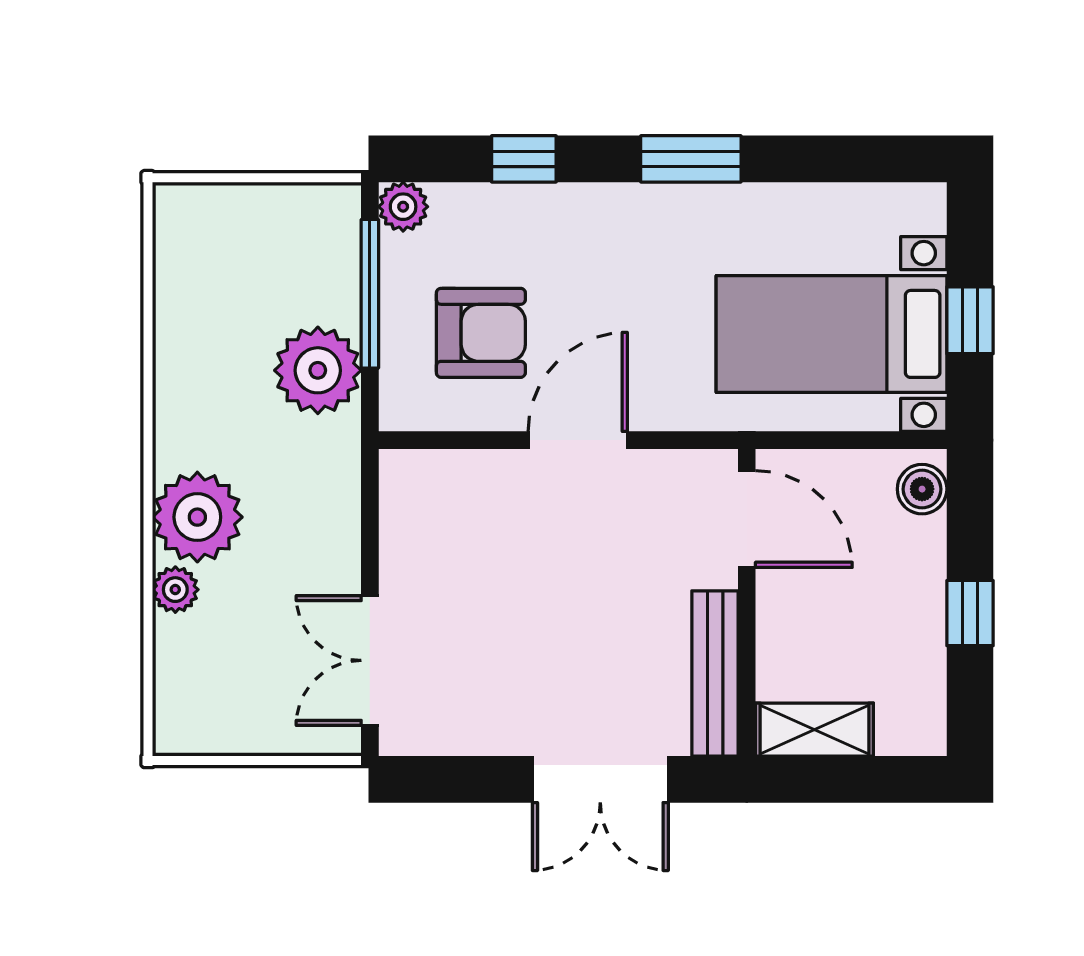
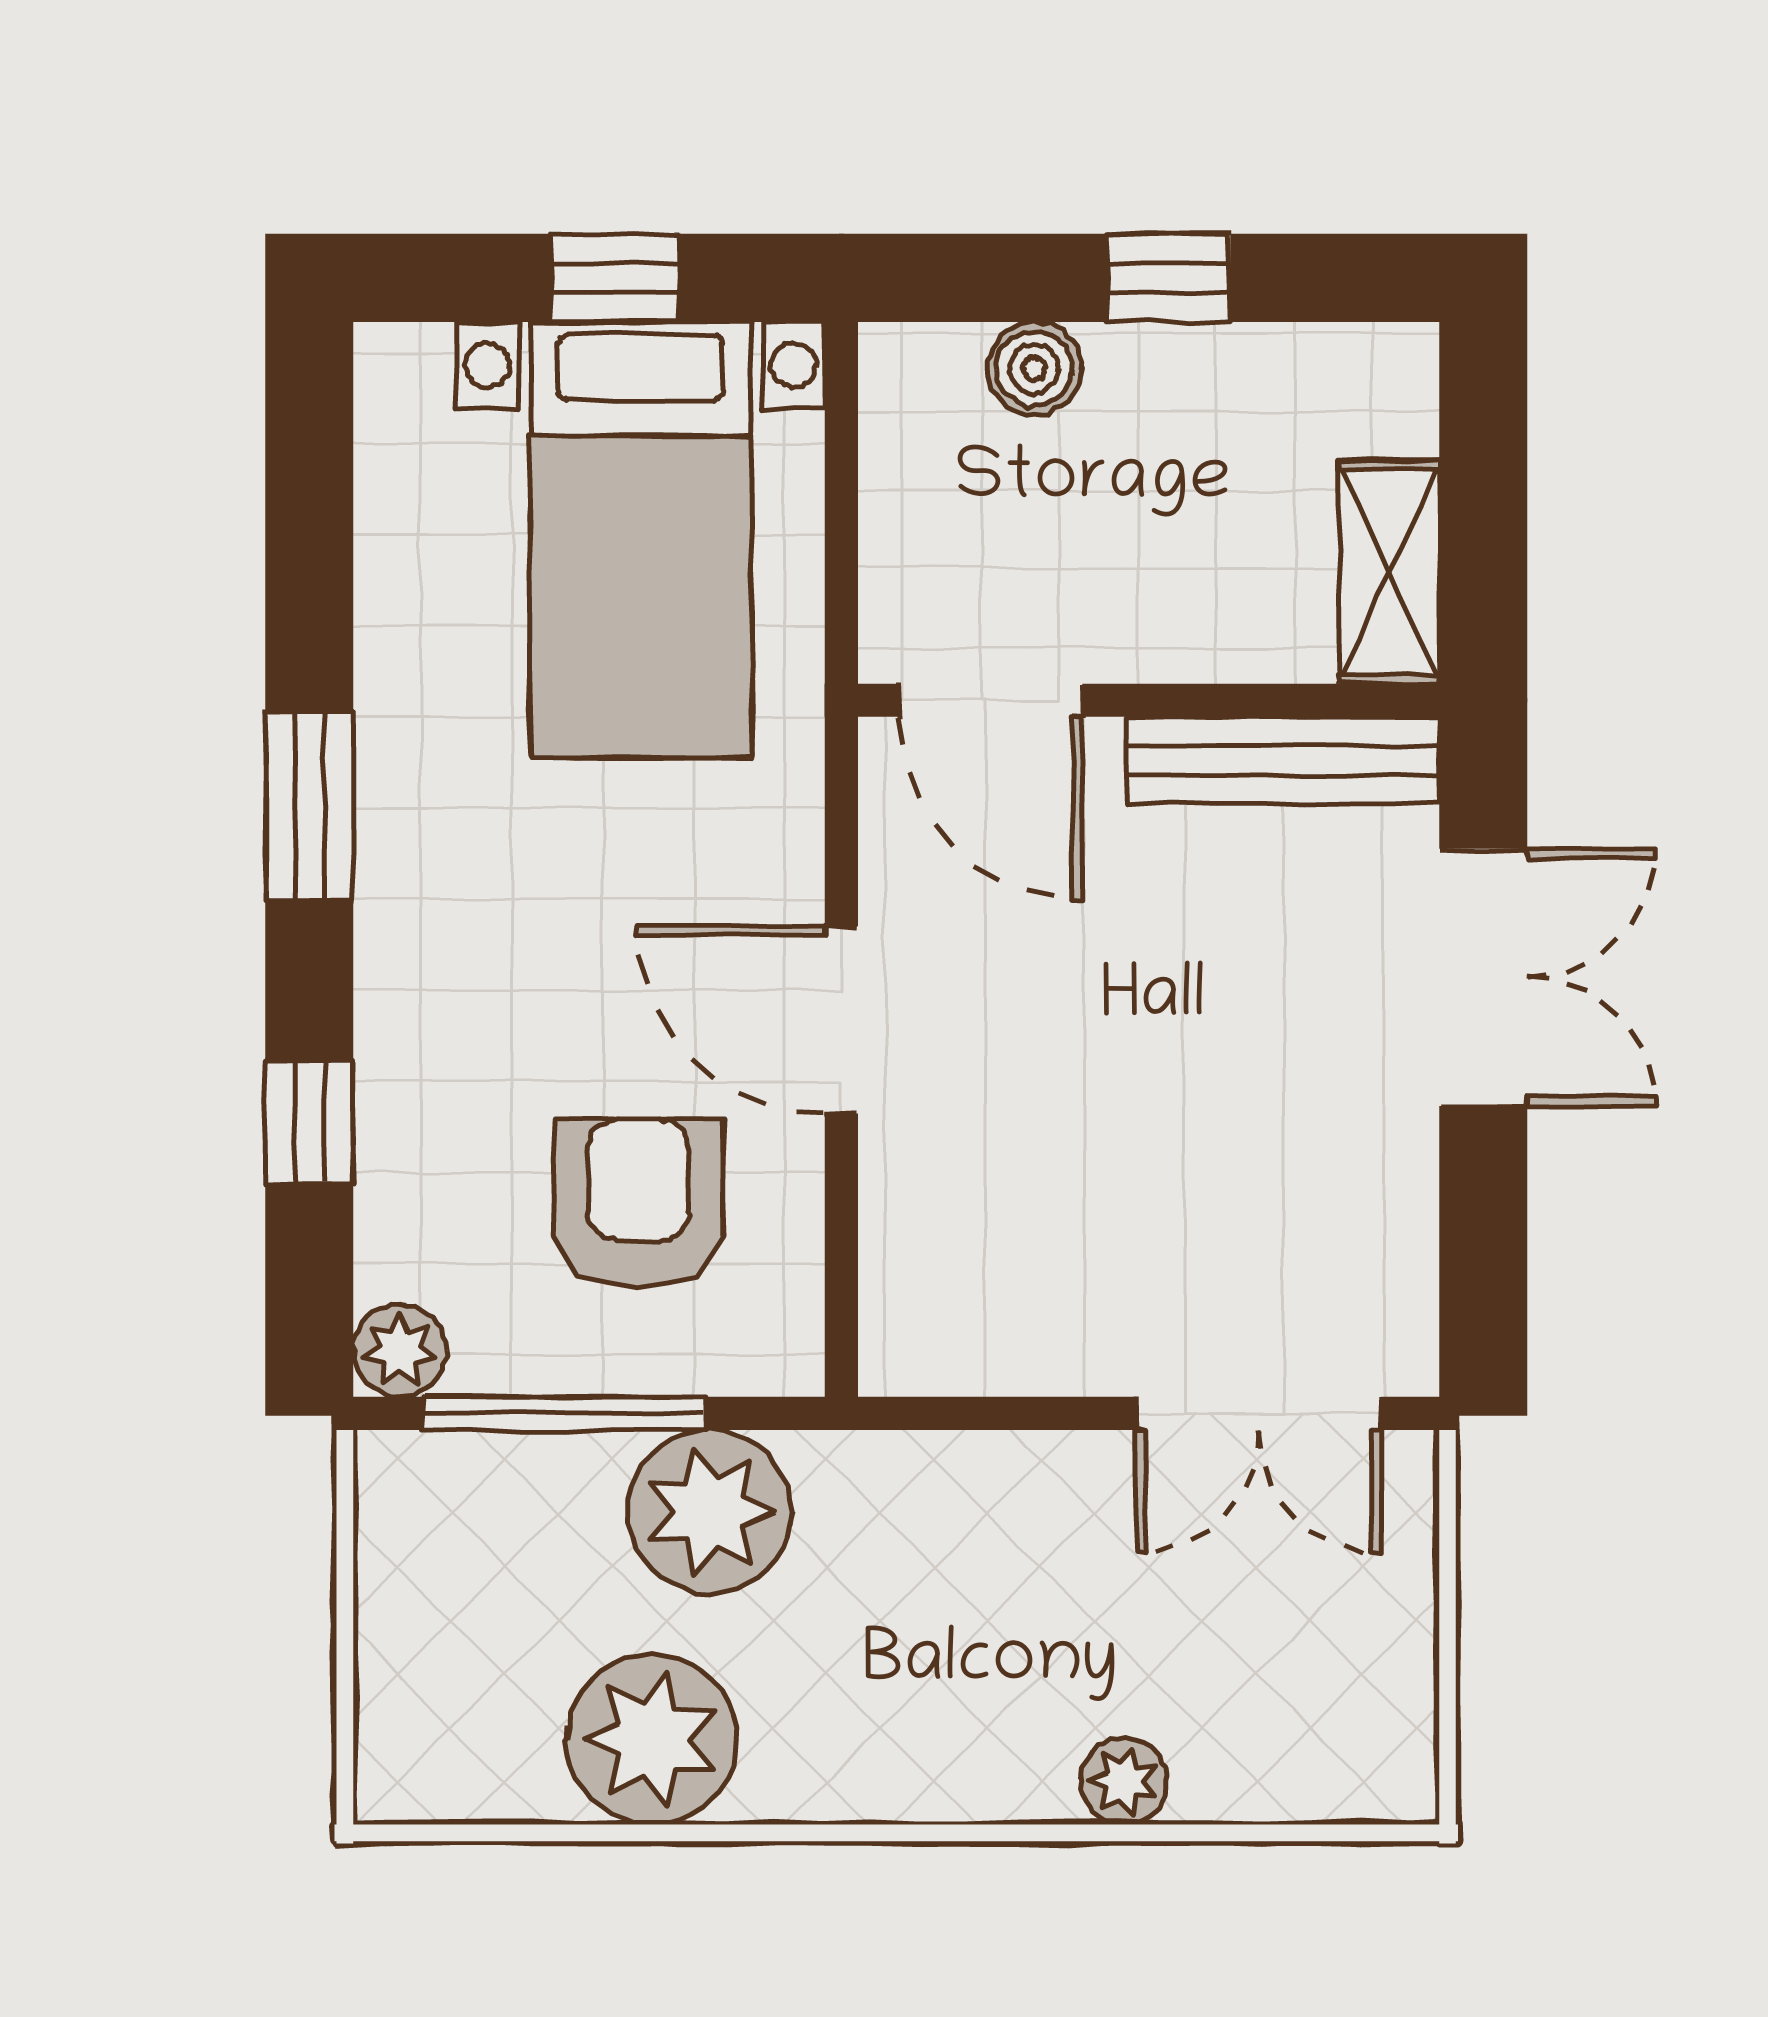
boiler: (922, 489) -> (1034, 369), moved
plant: (197, 517) -> (652, 1740), moved
door: (747, 519) -> (991, 700), swing flipped

